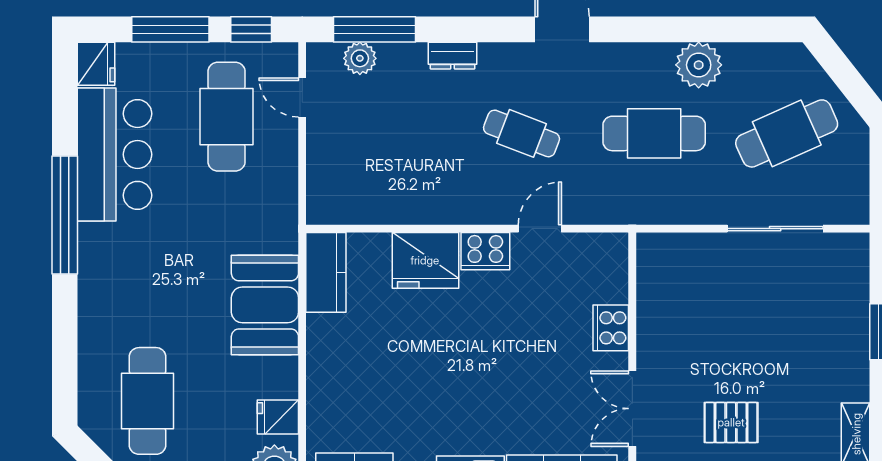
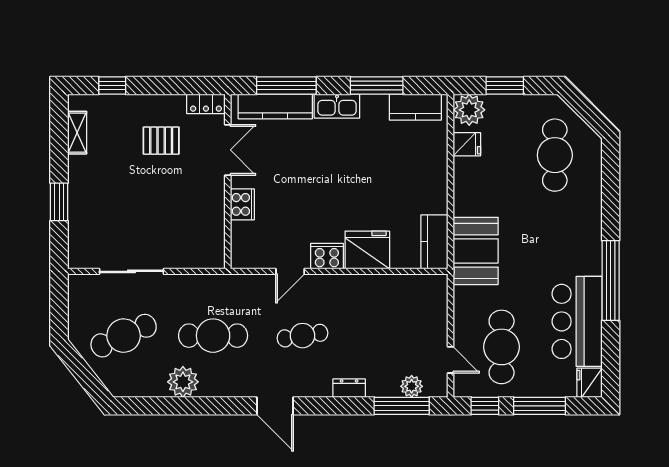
cafe table: (522, 133) -> (302, 336), turned -30
booth: (265, 305) -> (476, 251), moved

